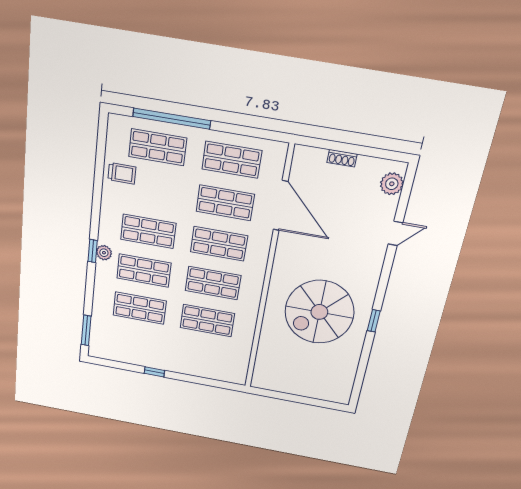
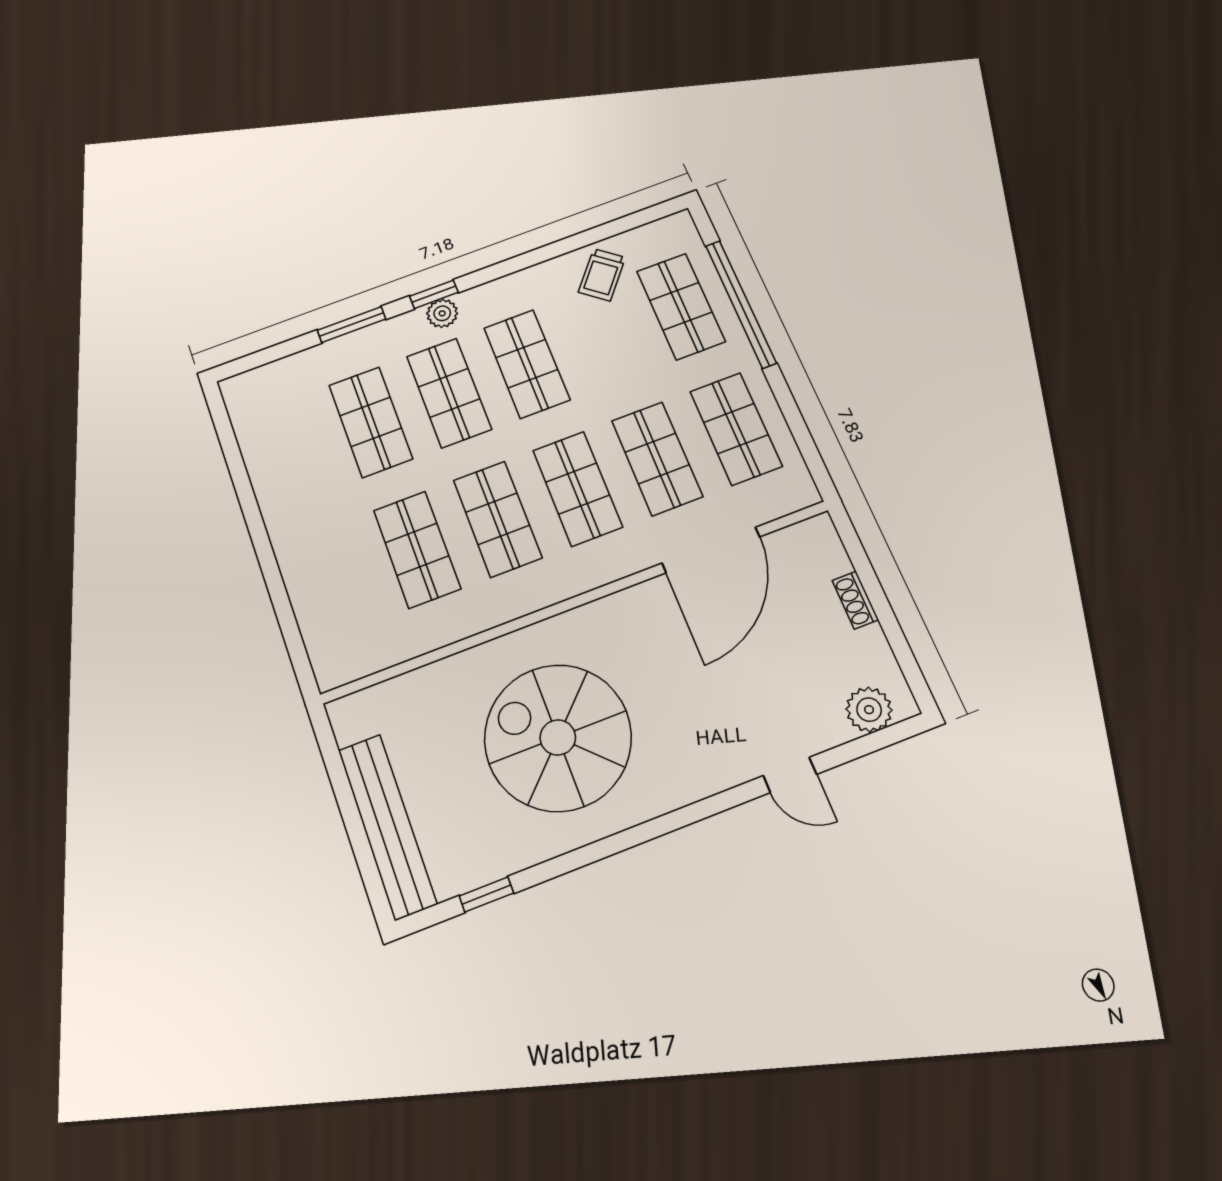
trolley: (122, 173) -> (602, 275), turned 39
window: (374, 321) -> (486, 894), moved
window: (86, 330) -> (352, 325), moved
window: (154, 372) -> (252, 513), removed
bench: (312, 390) -> (387, 826), added

